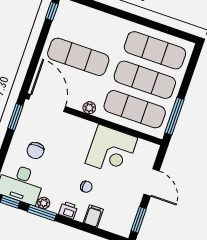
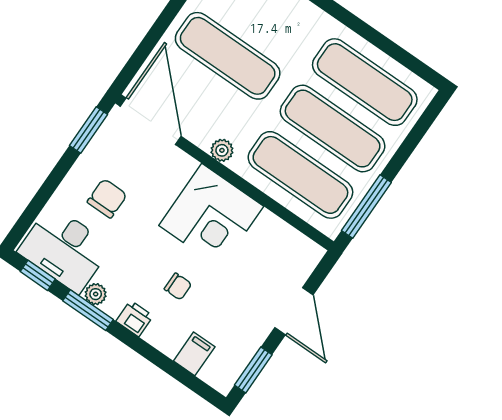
chair: (36, 150) -> (107, 198), turned 180
corner desk: (111, 150) -> (211, 216), moved
filing cabinet: (93, 216) -> (194, 354), moved

